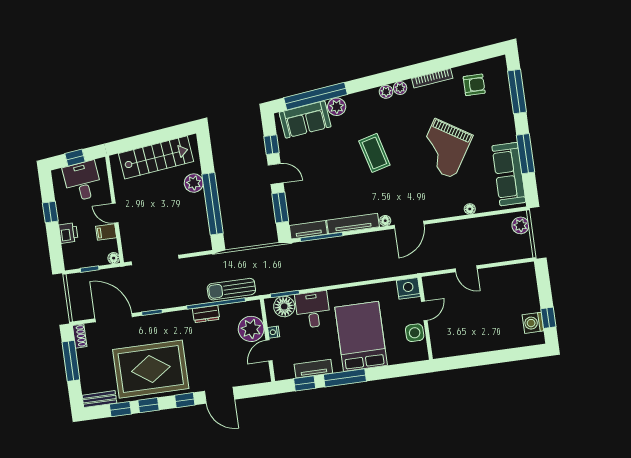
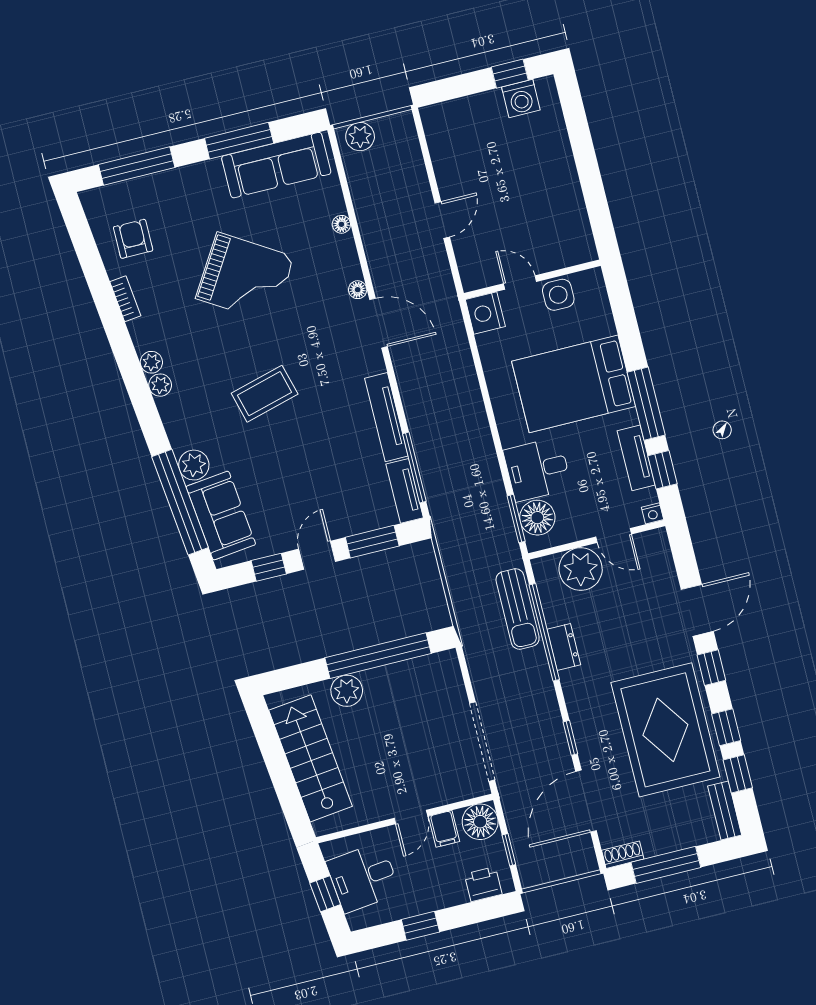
bookcase: (432, 78) -> (125, 299), width x0.64
floor lamp: (385, 221) -> (358, 290), moved
printer: (68, 233) -> (483, 884), moved
floor lamp: (114, 258) -> (480, 822), width x1.89, depth x1.89
nightstand: (274, 332) -> (653, 513), moved

